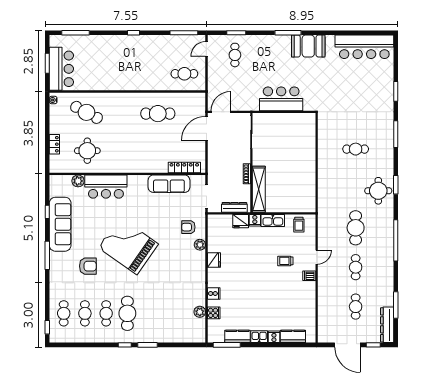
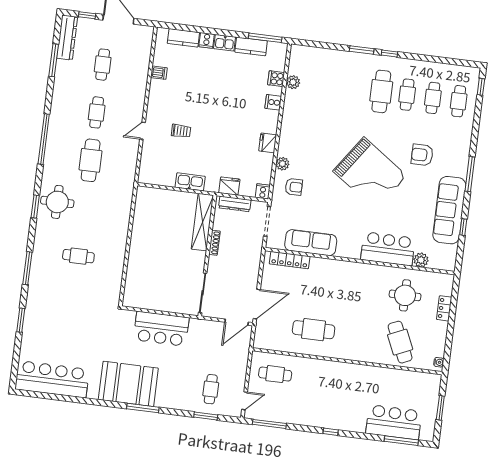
booth: (308, 46) -> (128, 384), width x1.36, depth x1.42
bar counter: (61, 69) -> (394, 422), moved, turned 90
cafe table: (87, 112) -> (400, 342), turned 38
cooker: (255, 220) -> (263, 191), moved
trolley: (299, 225) -> (159, 173), removed
dishwasher: (309, 276) -> (159, 73), moved

